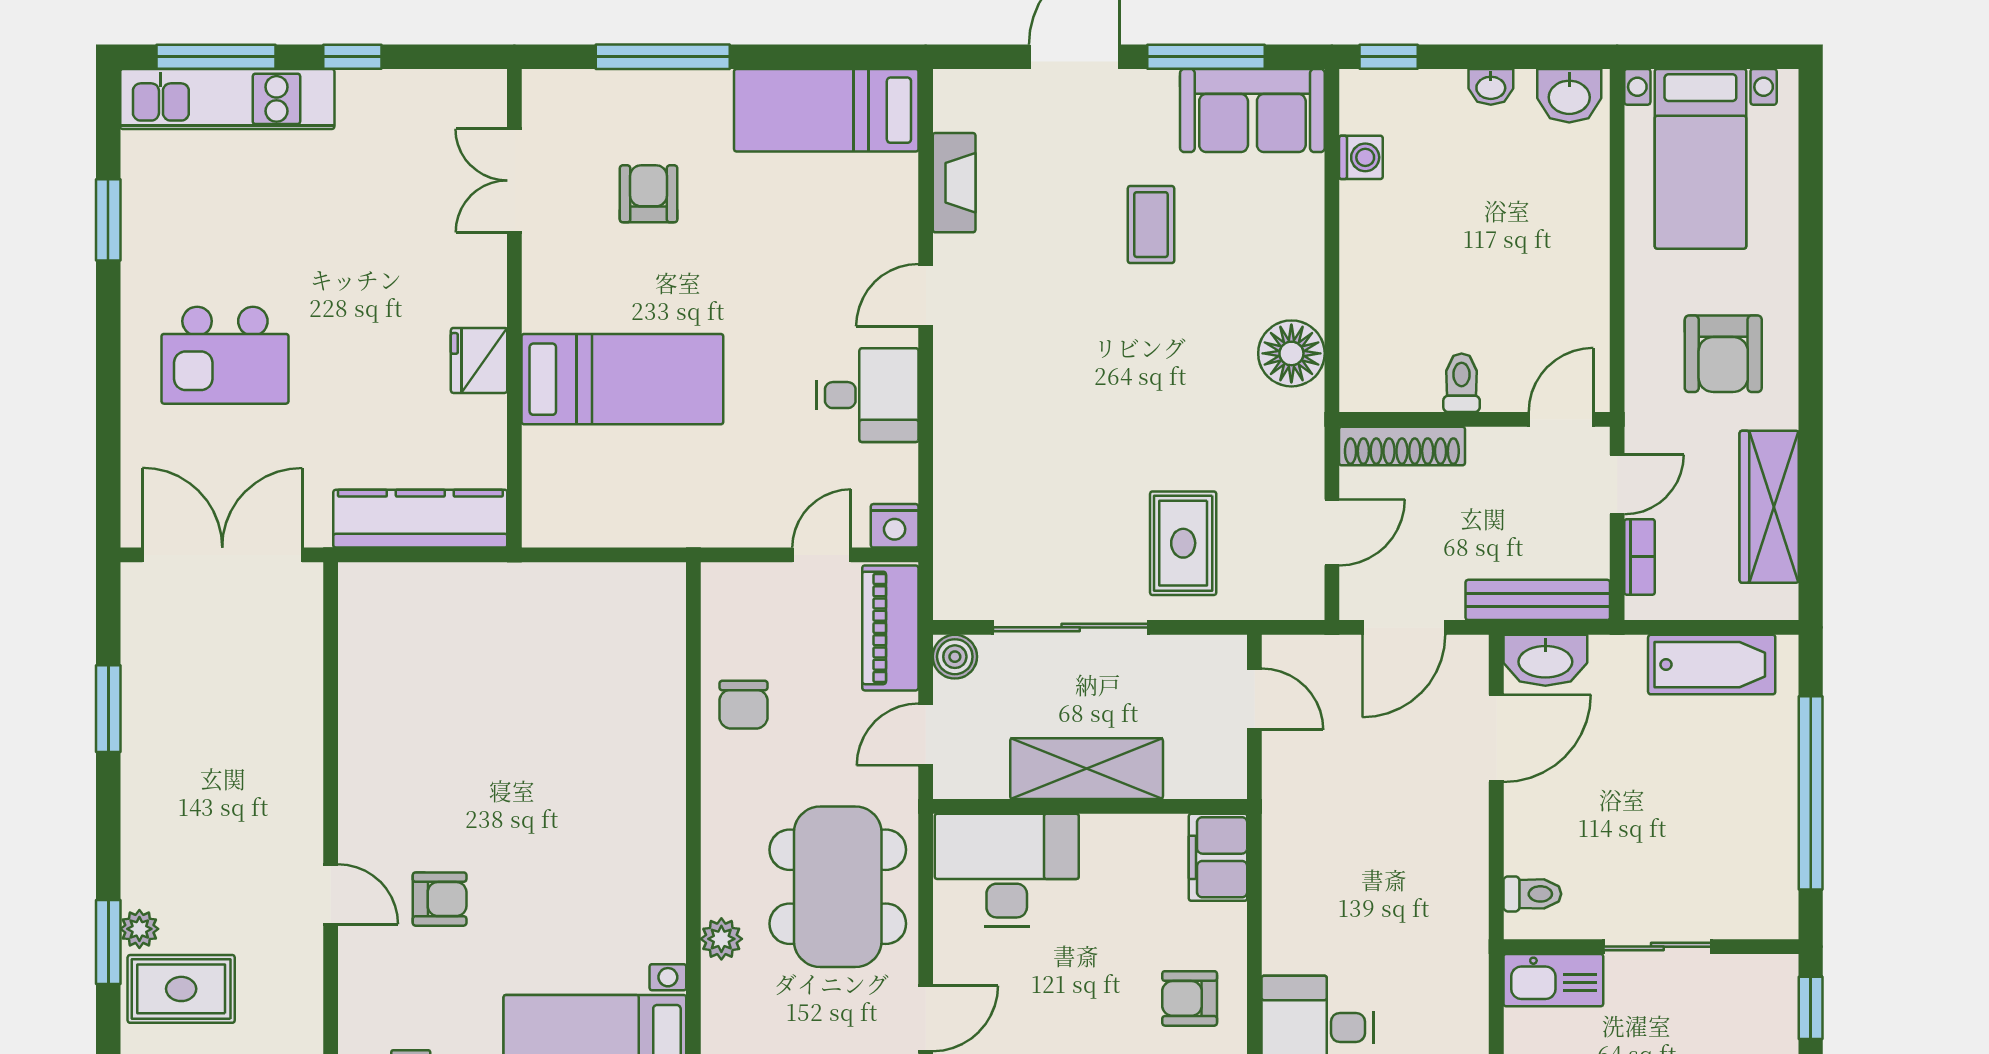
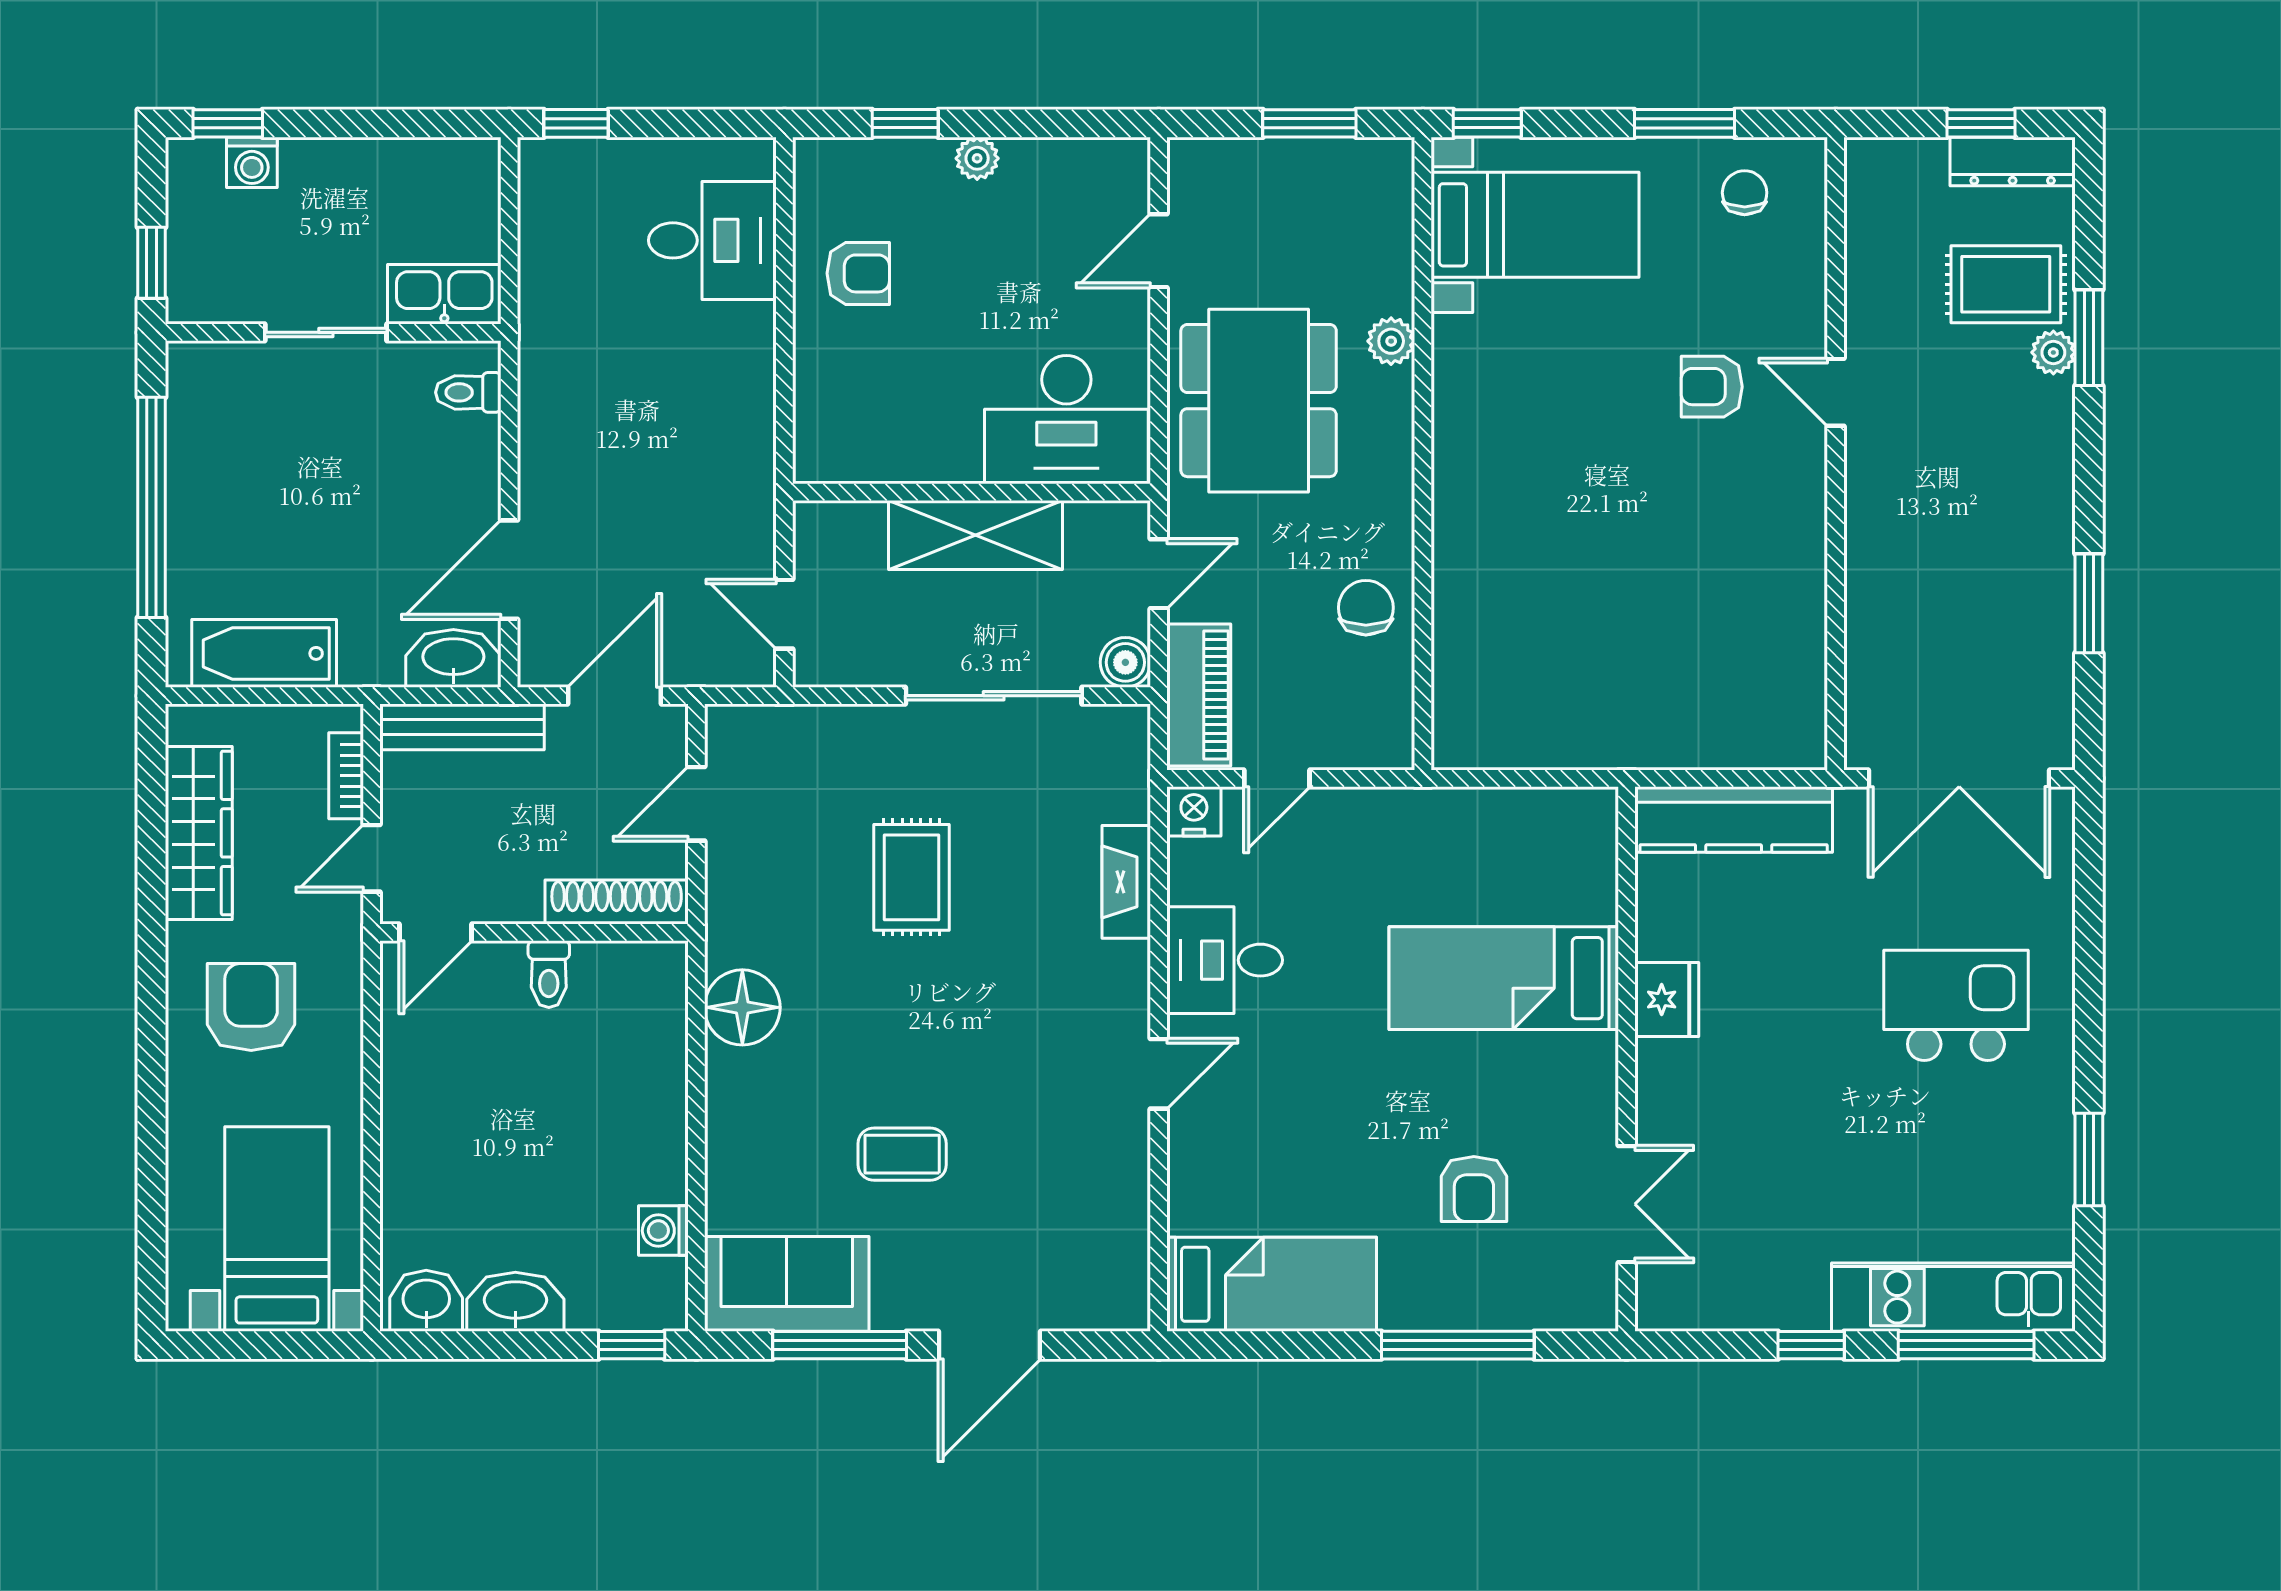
washbasin: (1491, 87) -> (515, 1302), width x1.91, depth x1.45
fireplace: (954, 183) -> (1126, 882), moved
coffee table: (1151, 225) -> (902, 1154), turned 90
rug: (1183, 543) -> (911, 877), moved
filing cabinet: (1218, 857) -> (826, 434), removed

